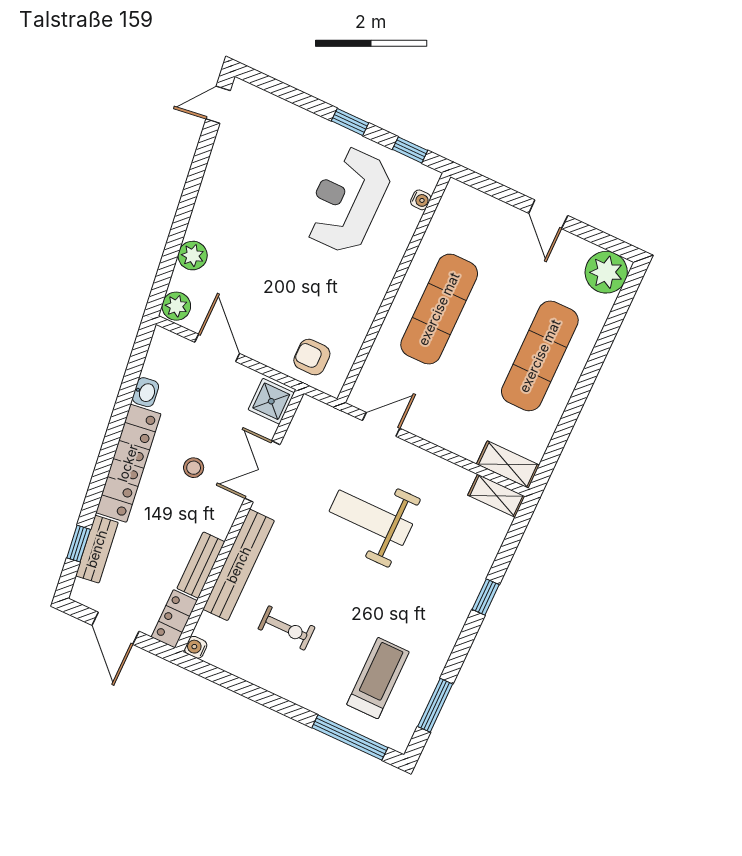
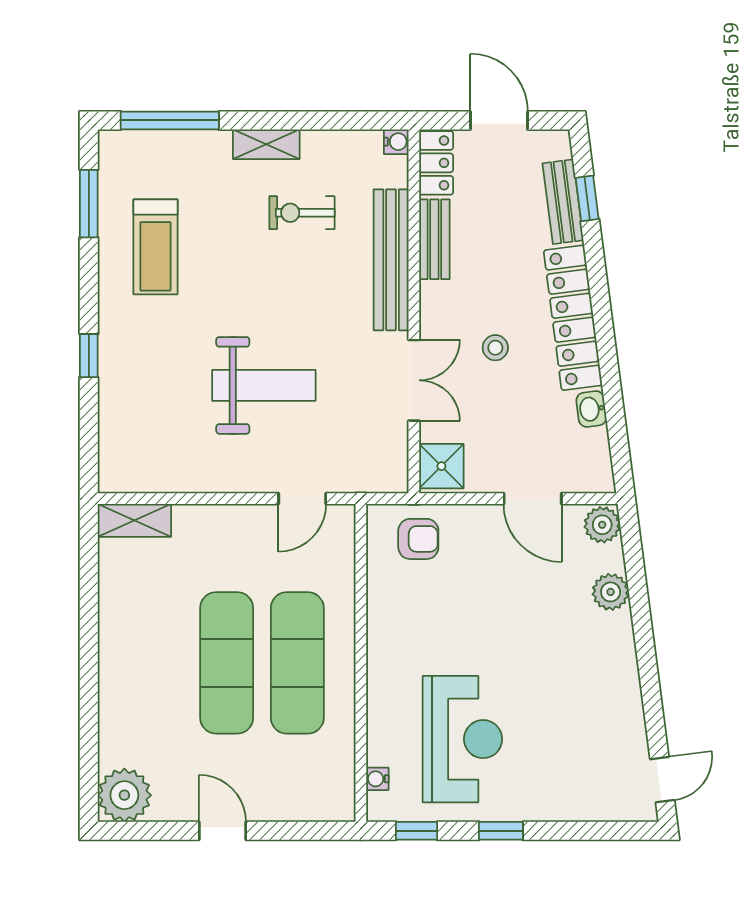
exercise mat: (540, 356) -> (227, 663), moved
shelving: (496, 496) -> (266, 144), moved
treadmill: (378, 678) -> (156, 247), moved

